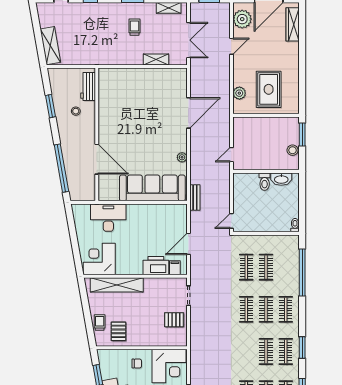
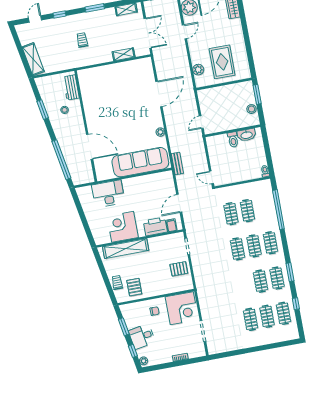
trolley: (135, 27) -> (82, 40), moved
door: (231, 221) -> (211, 177), hinge flipped
corner desk: (99, 259) -> (123, 227), moved

